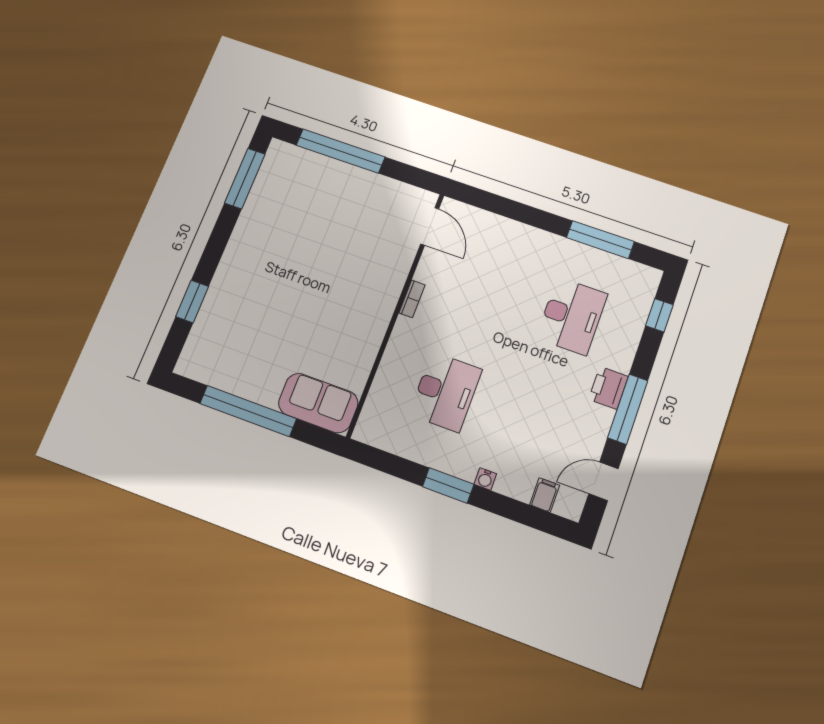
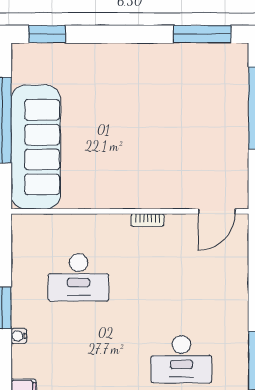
window: (192, 302) -> (47, 34), moved
sofa: (318, 403) -> (36, 147), width x1.85, depth x1.27

